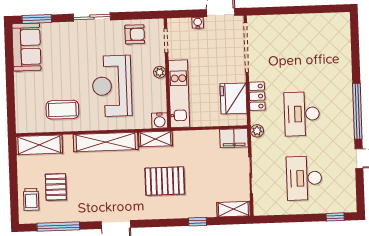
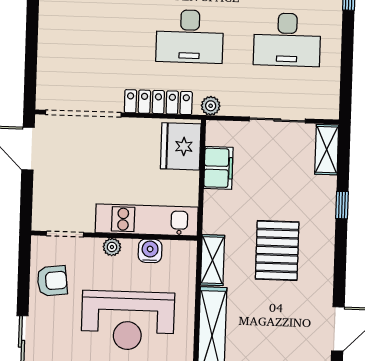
water cooler: (198, 23) -> (41, 184), removed
armchair: (135, 34) -> (52, 281), turned 83
locker: (257, 96) -> (158, 102), width x1.53
fridge: (233, 99) -> (181, 146), moved, turned 90
water cooler: (160, 121) -> (150, 251), moved, turned -90
filing cabinet: (234, 138) -> (218, 168), moved

